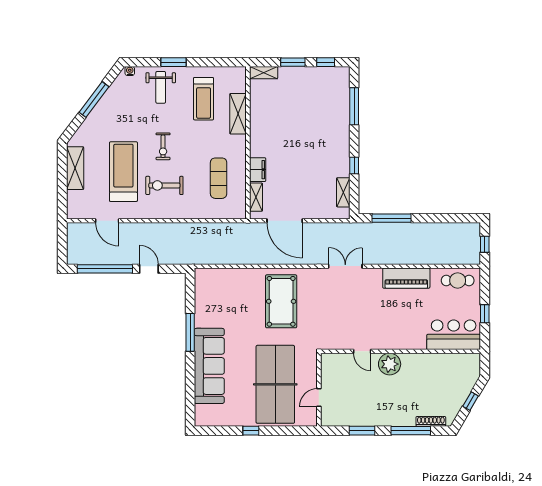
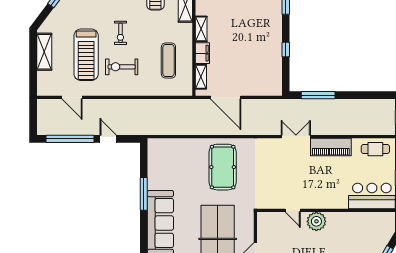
treadmill: (123, 172) -> (86, 55), turned 180
shelving: (343, 192) -> (201, 29), moved
double door: (345, 266) -> (296, 137), moved

